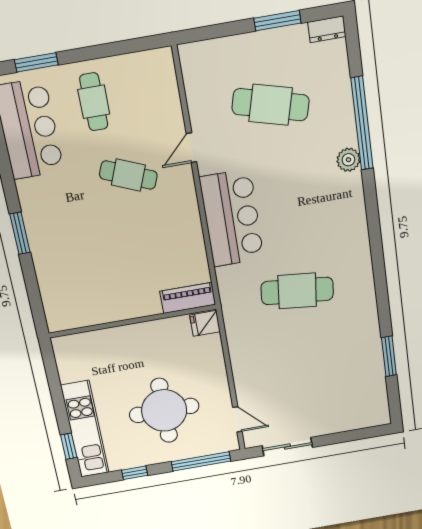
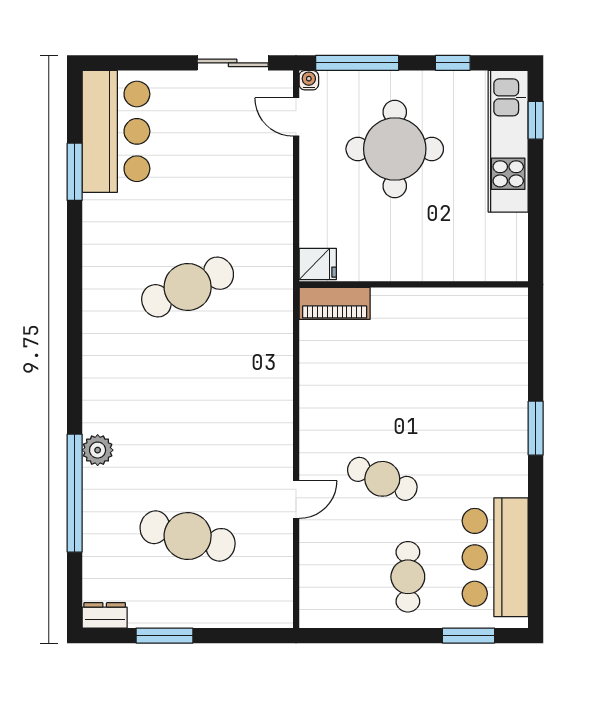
bar counter: (232, 218) -> (116, 131), moved, turned 180
cafe table: (297, 291) -> (188, 287), turned -30
water cooler: (233, 445) -> (309, 80), added

